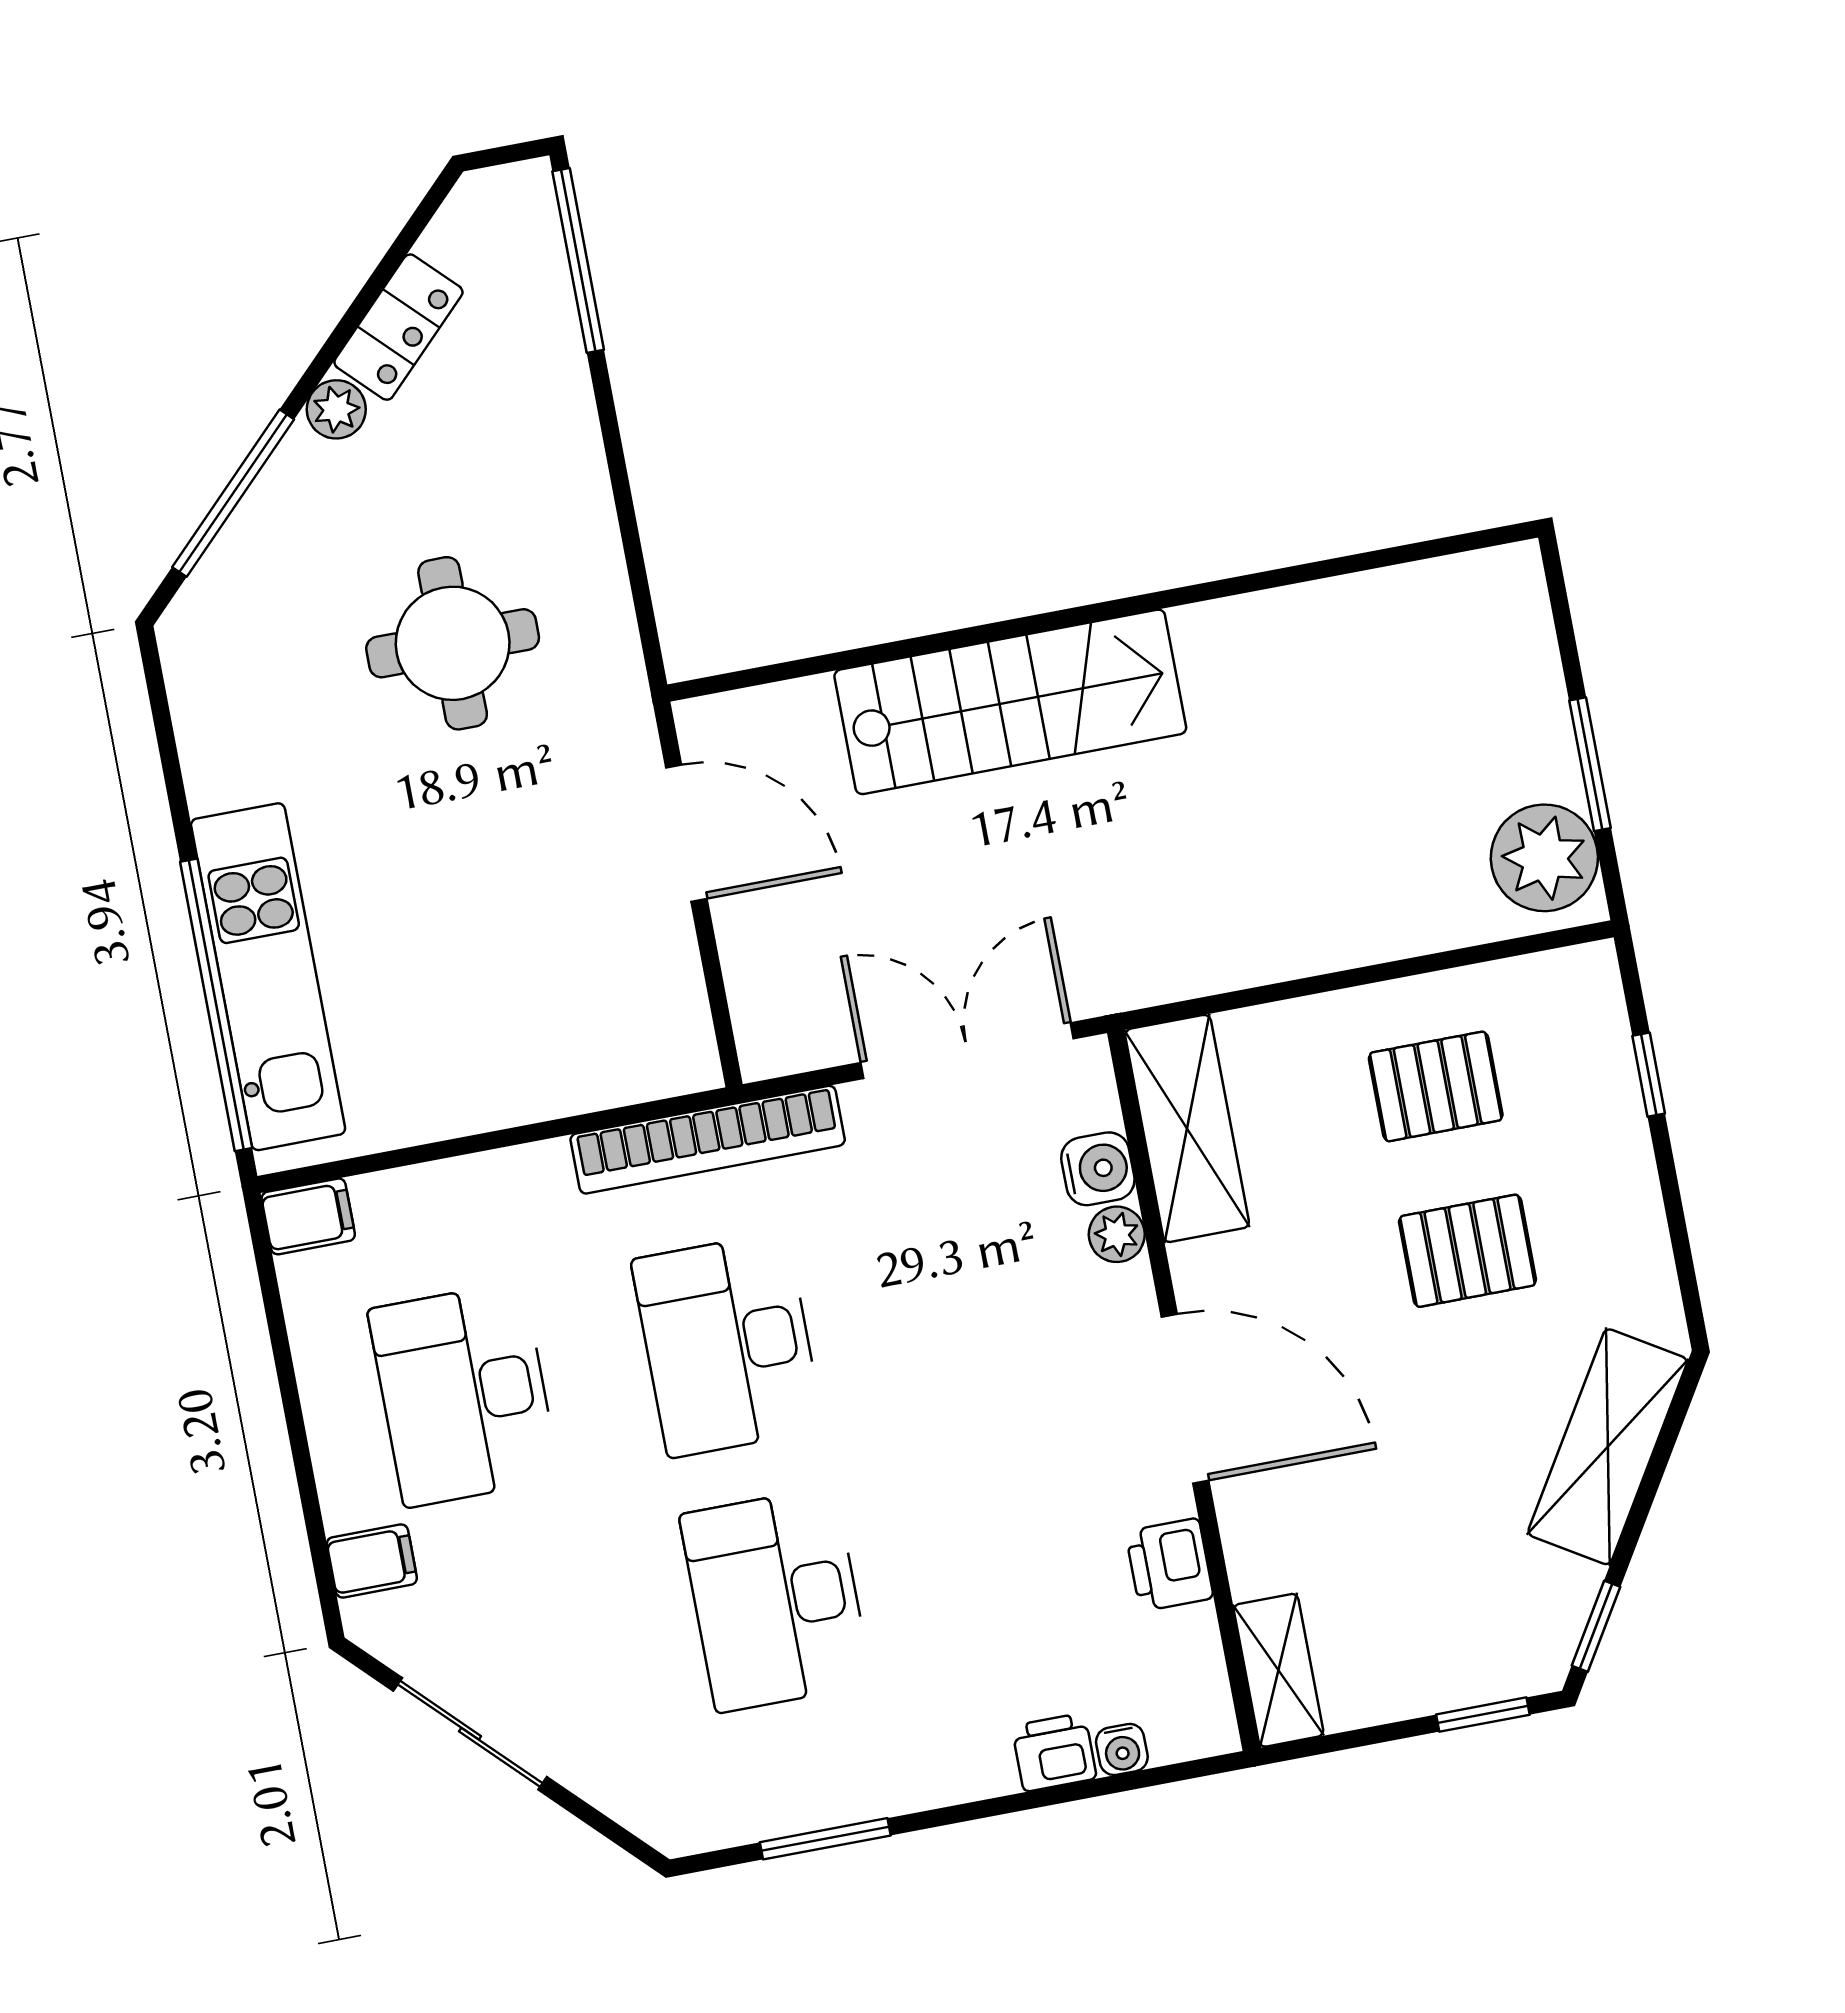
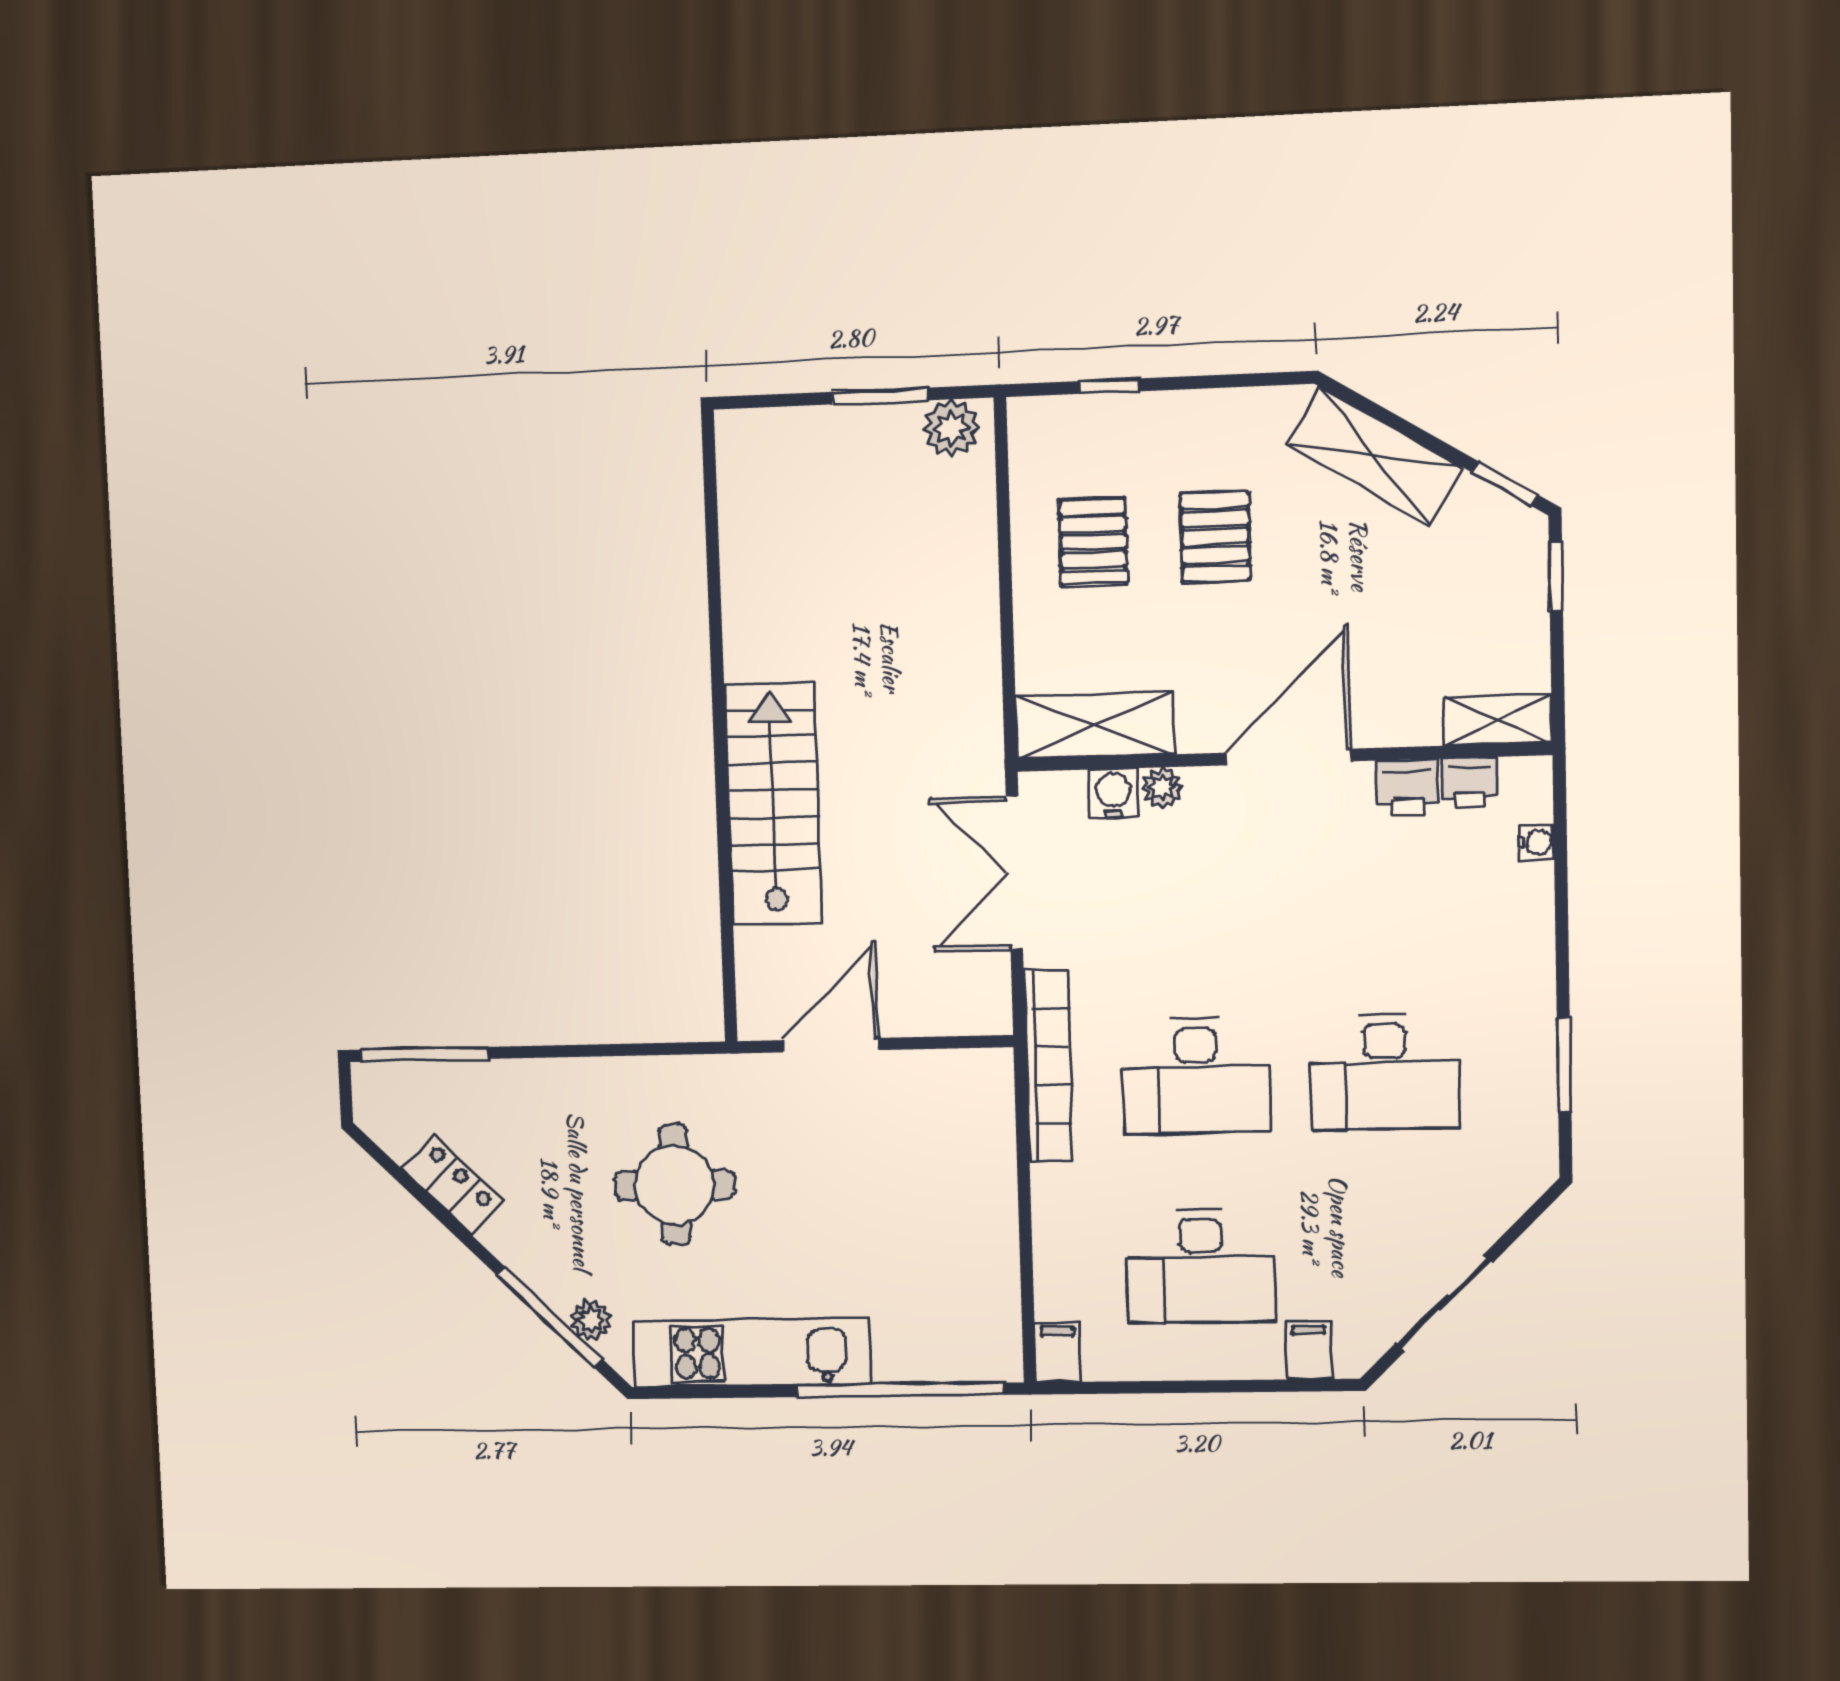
plant: (336, 409) -> (591, 1320), moved
plant: (1544, 858) -> (952, 428), width x0.73, depth x0.73
kitchen unit: (268, 977) -> (751, 1353), moved
printer: (1054, 1752) -> (1469, 782), moved, turned -90

